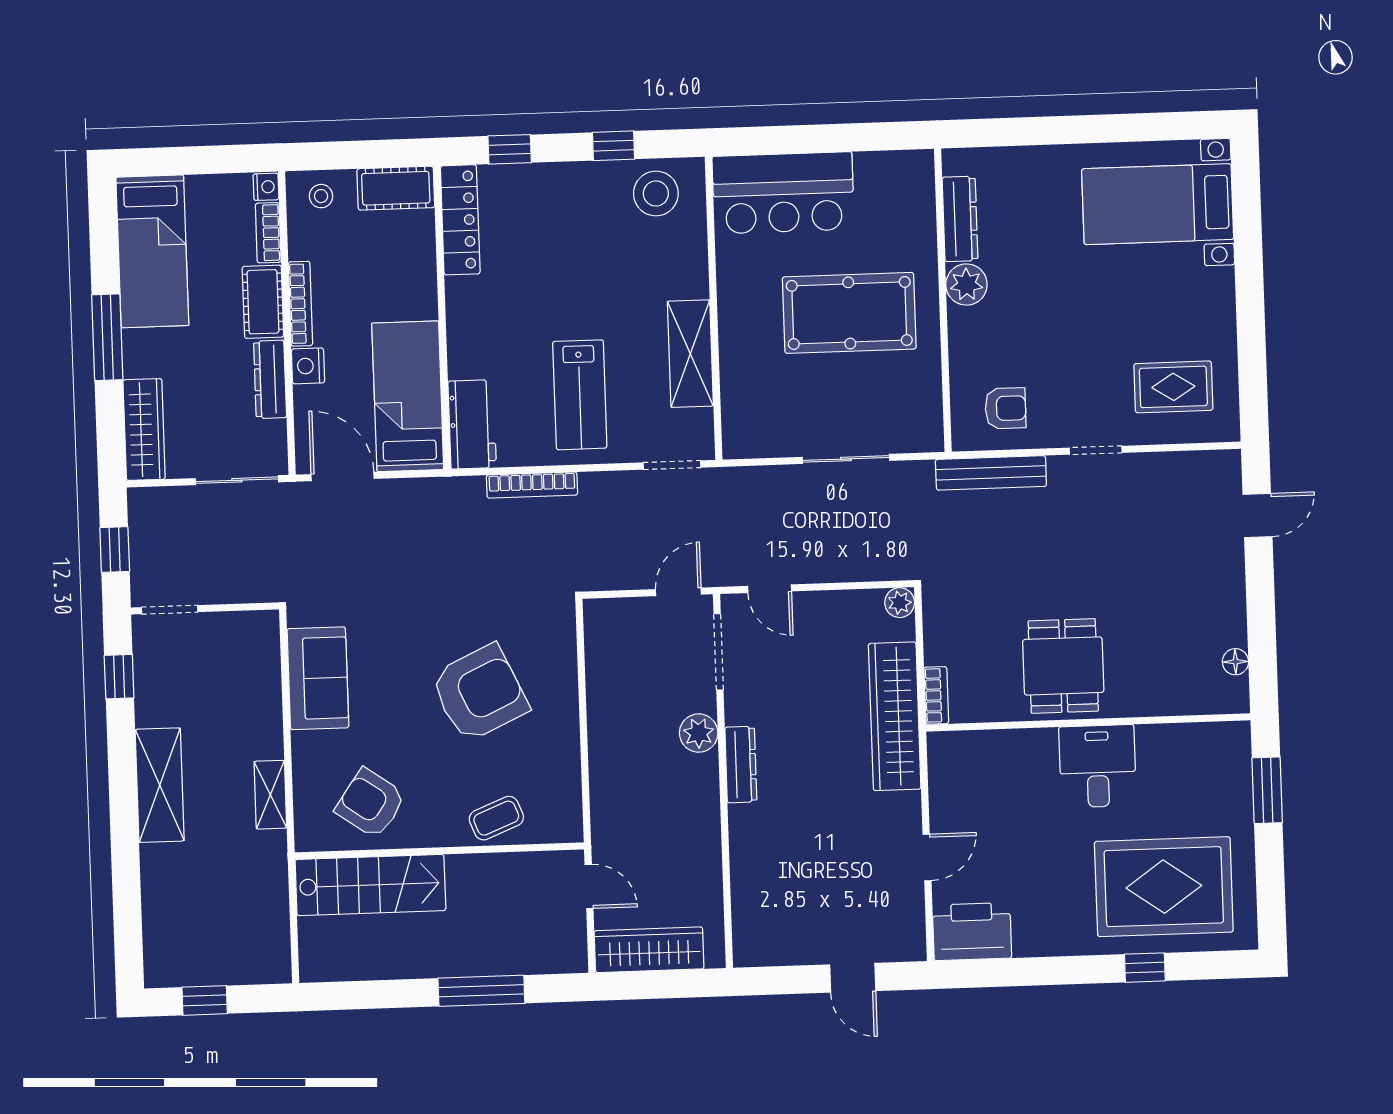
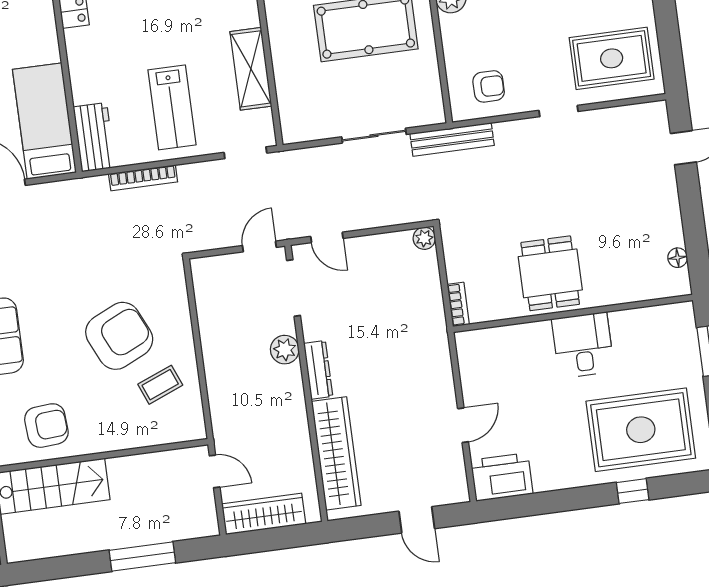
rug: (1173, 387) -> (612, 58), width x1.36, depth x1.43
bench: (991, 473) -> (452, 139), moved
wardrobe: (895, 716) -> (336, 453), moved, turned 180
armchair: (371, 803) -> (46, 426), turned 141
coffee table: (496, 818) -> (160, 385), moved

